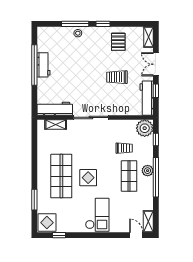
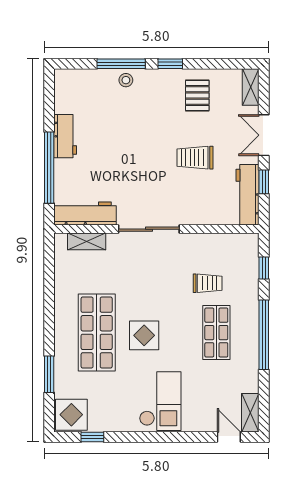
window: (34, 65) -> (49, 168), moved
plant: (145, 128) -> (244, 248), removed
plant: (148, 171) -> (249, 323), removed

